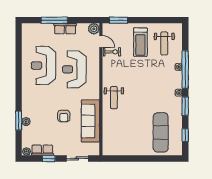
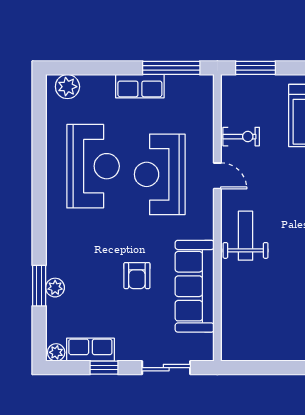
window: (54, 20) -> (171, 68), moved
plant: (94, 29) -> (67, 87), moved
door: (101, 42) -> (217, 176), moved
reception desk: (44, 66) -> (93, 166), turned 180
weight bench: (114, 98) -> (246, 236), turned 180

